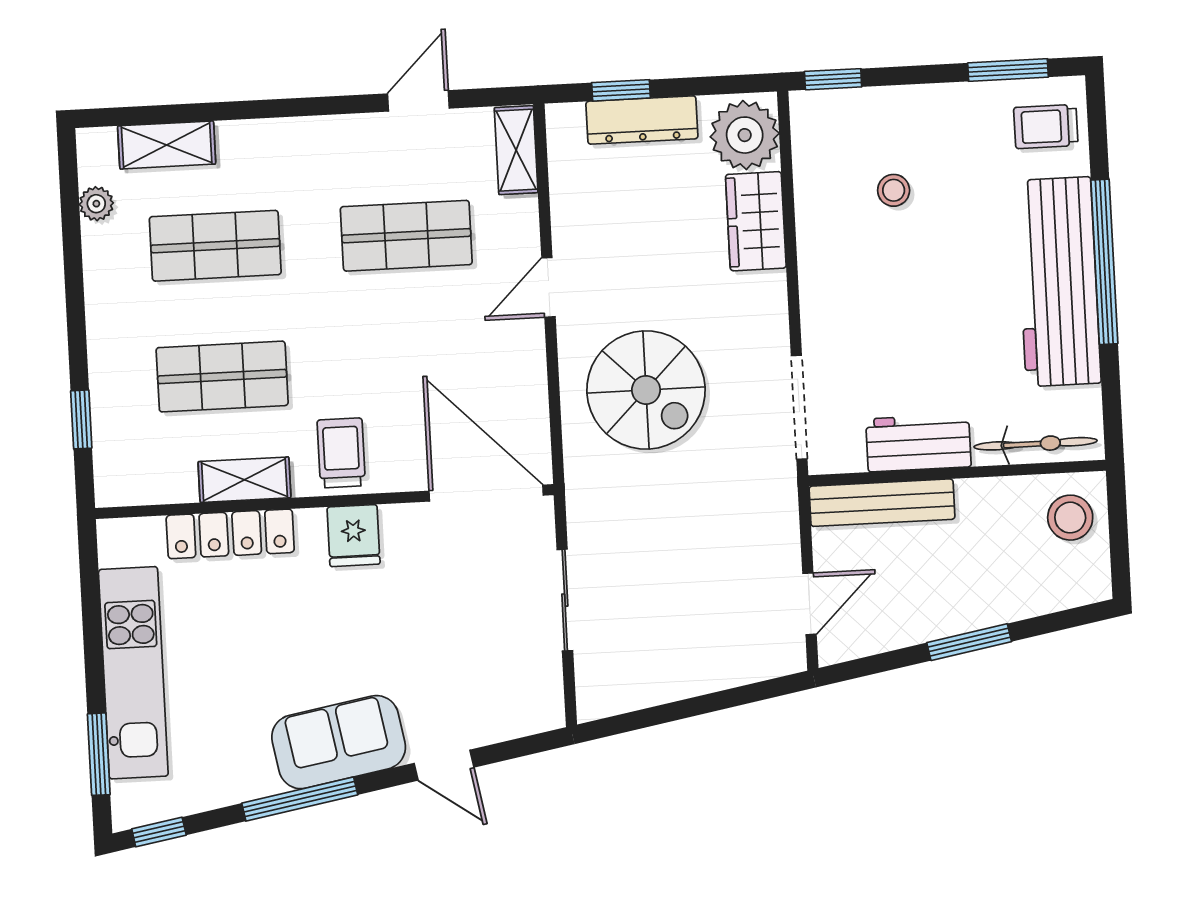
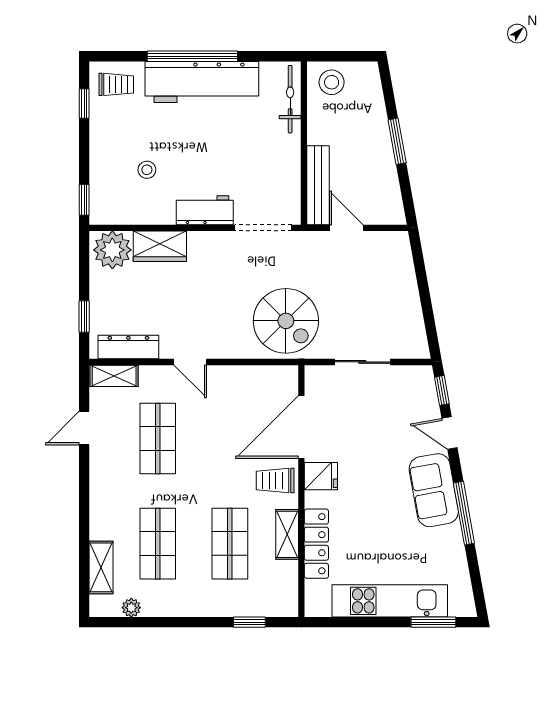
window: (1008, 70) -> (84, 103), width x0.67
door: (418, 101) -> (84, 428), hinge flipped
dresser: (642, 120) -> (128, 347), moved, turned -90
trolley: (1046, 126) -> (116, 84), turned -90
spiral stairs: (646, 390) -> (286, 321), moved, turned 90
workbench: (918, 443) -> (205, 210), moved, turned 90
door: (486, 493) -> (301, 427), moved
door: (809, 604) -> (346, 228), moved
door: (444, 765) -> (449, 433), swing flipped
window: (159, 832) -> (442, 390), moved

